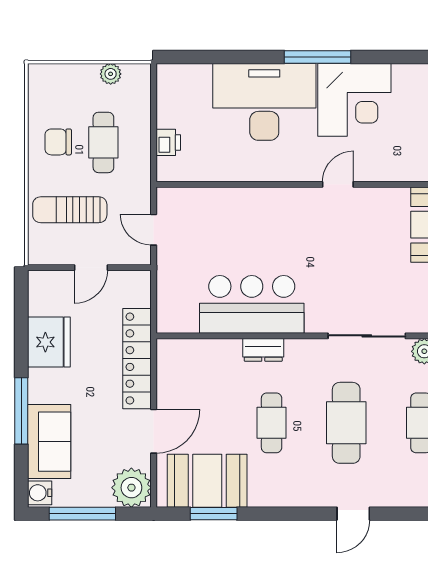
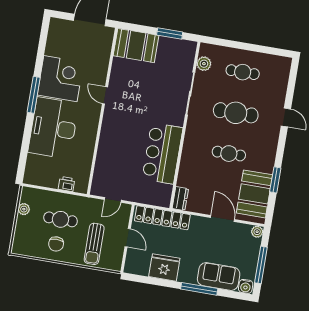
dresser: (263, 350) -> (180, 199), moved
locker: (137, 359) -> (162, 218), moved
plant: (131, 488) -> (257, 232), width x0.53, depth x0.53
window: (214, 514) -> (275, 180), moved

